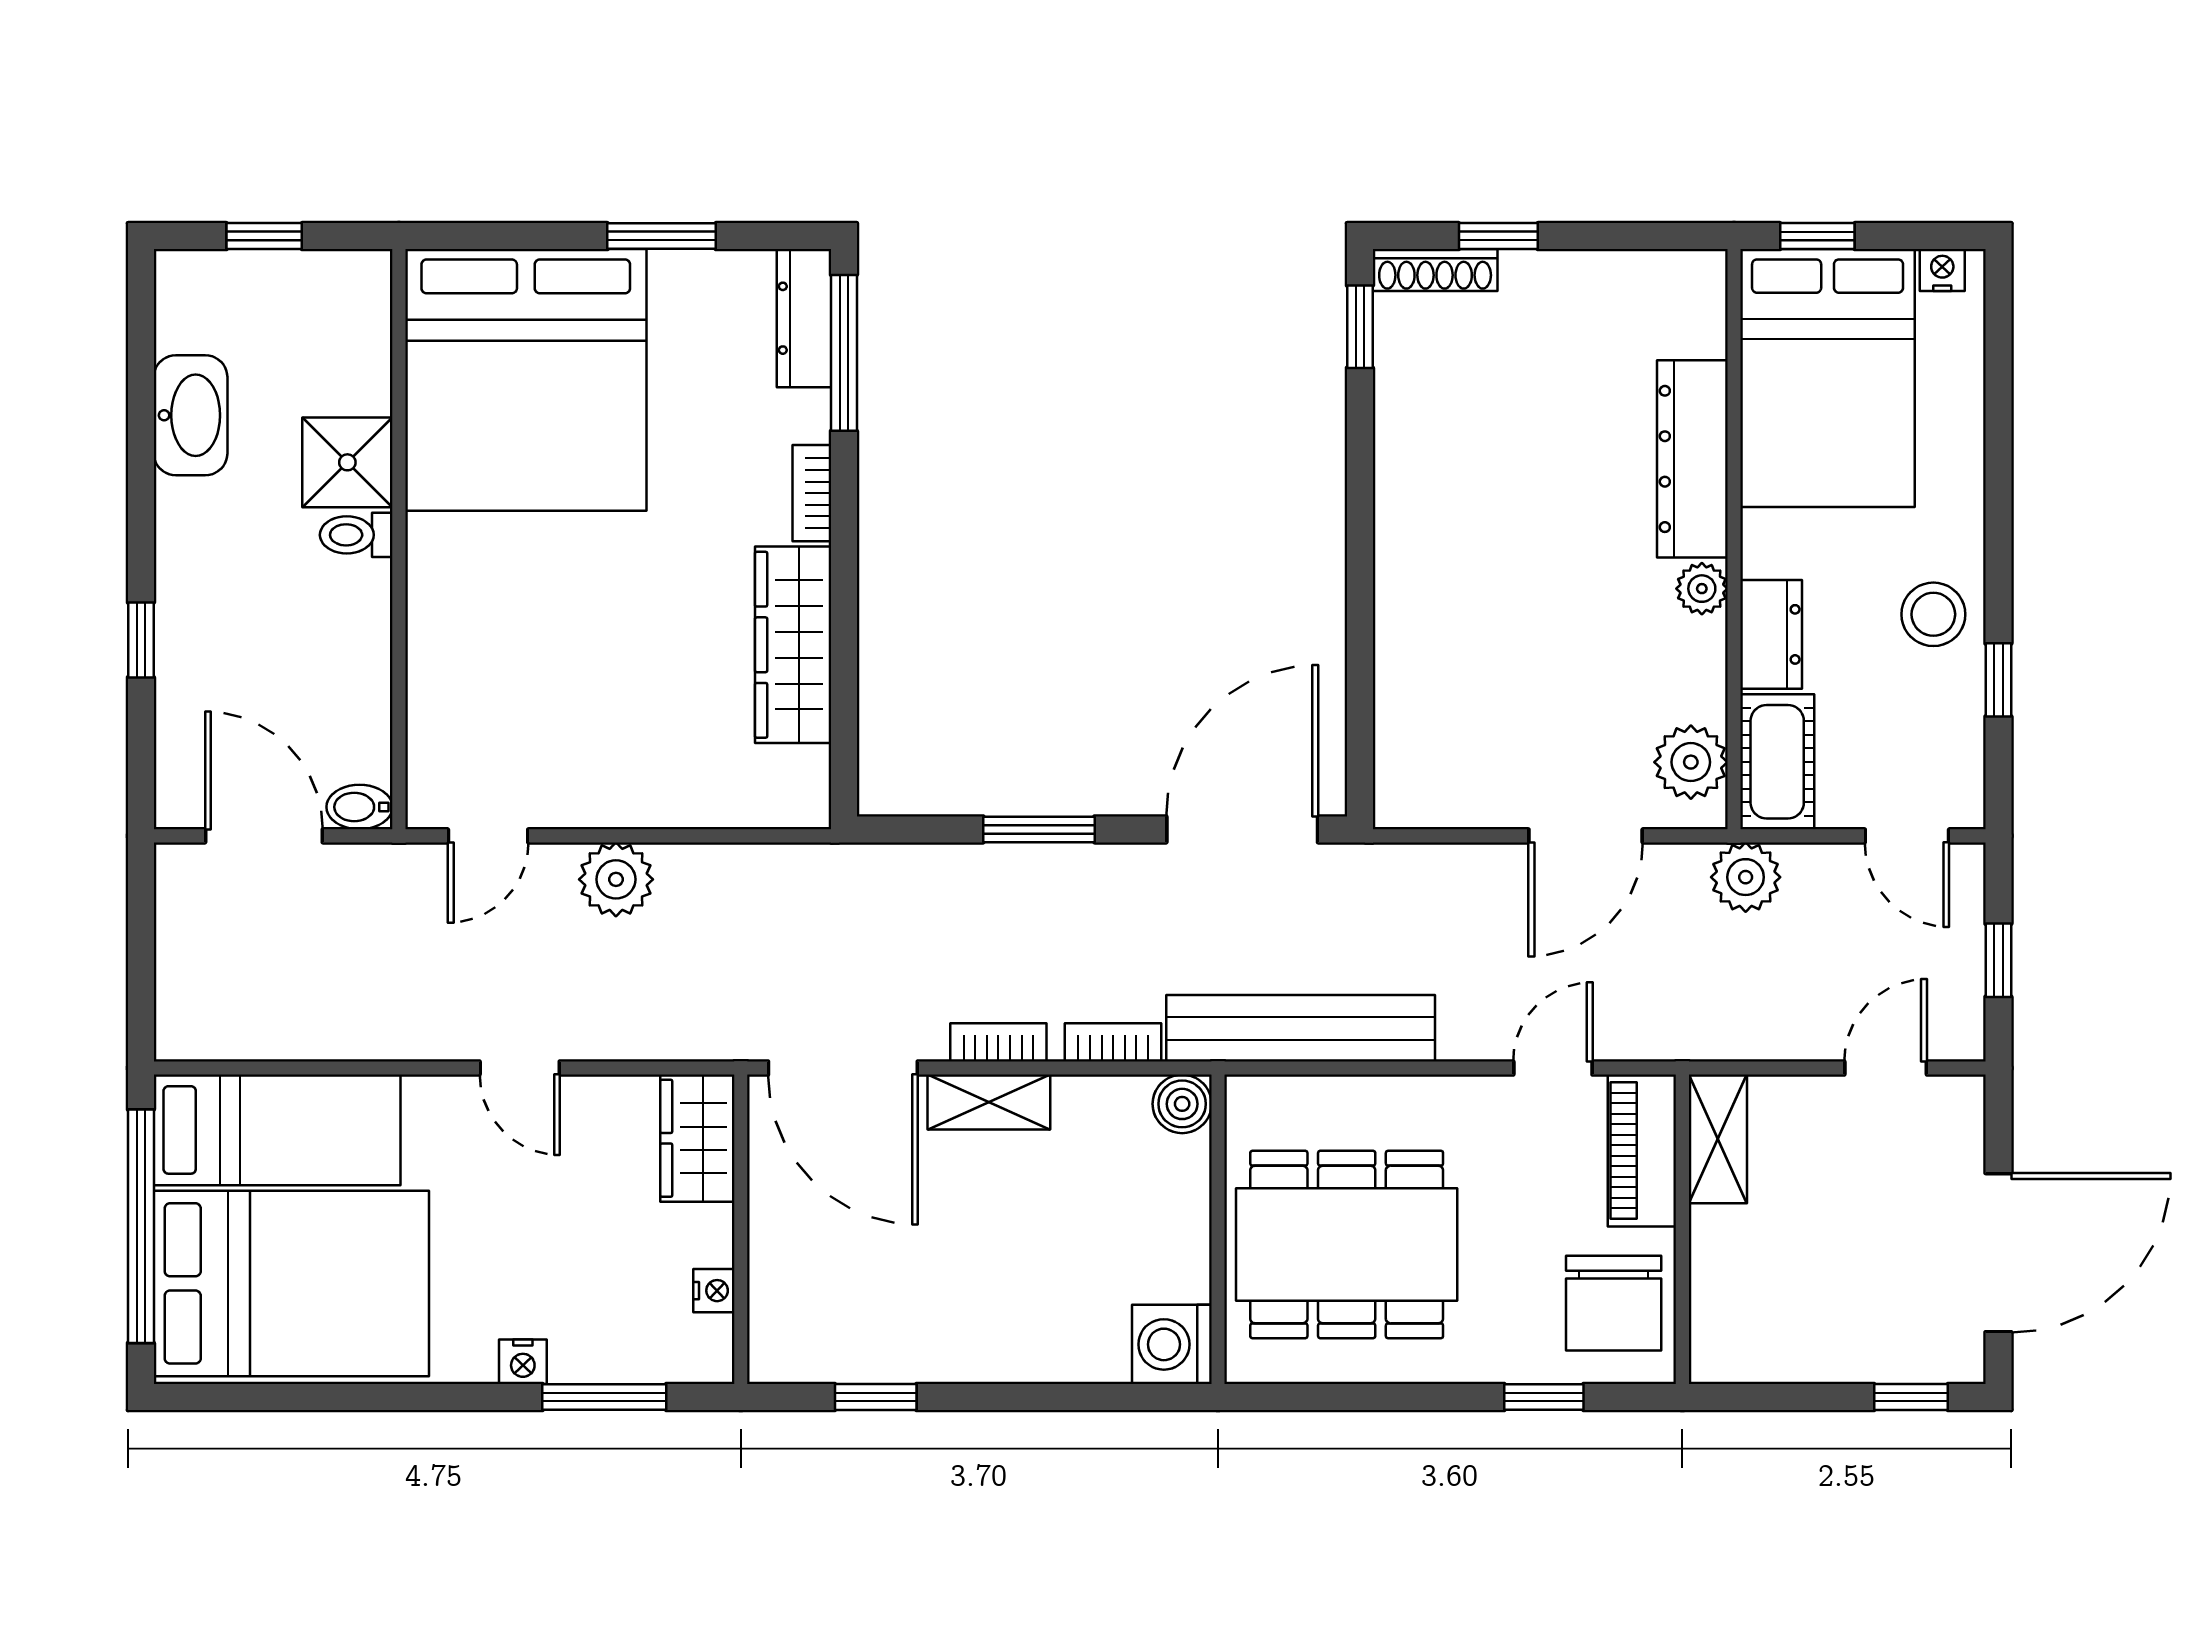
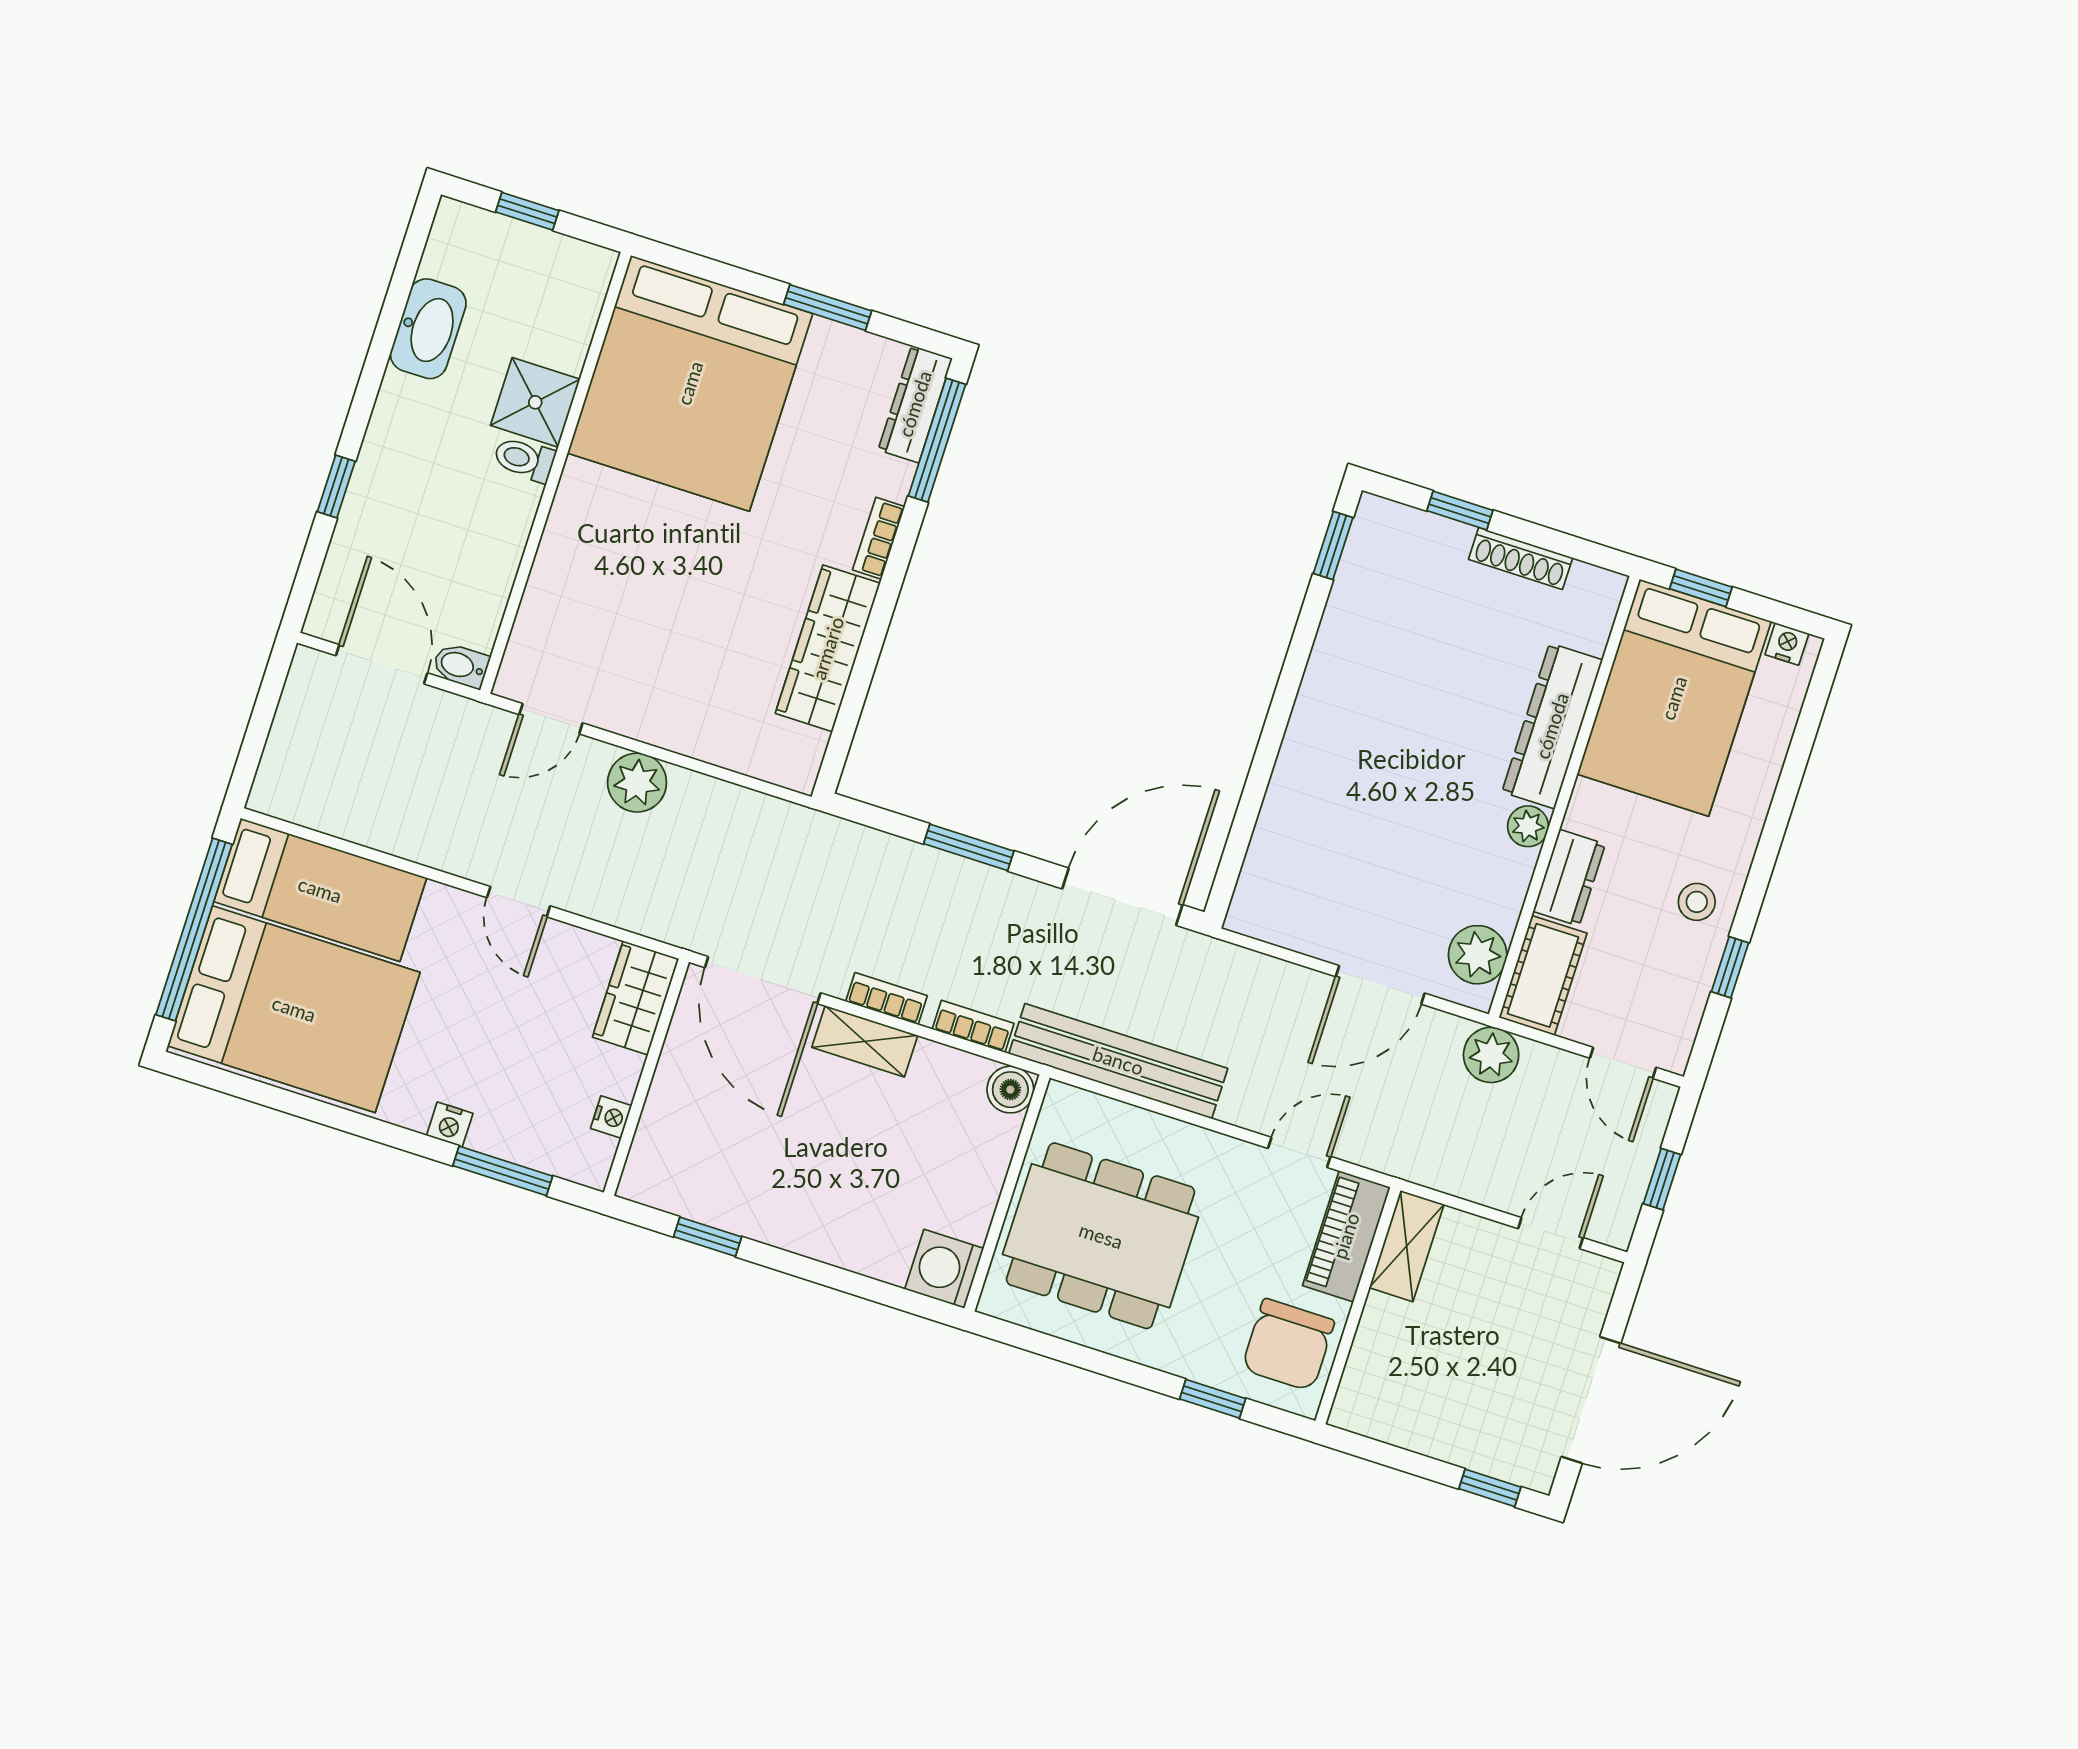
shoe rack: (1435, 270) -> (1521, 558), moved
stool: (1933, 614) -> (1697, 902), width x0.73, depth x0.73

